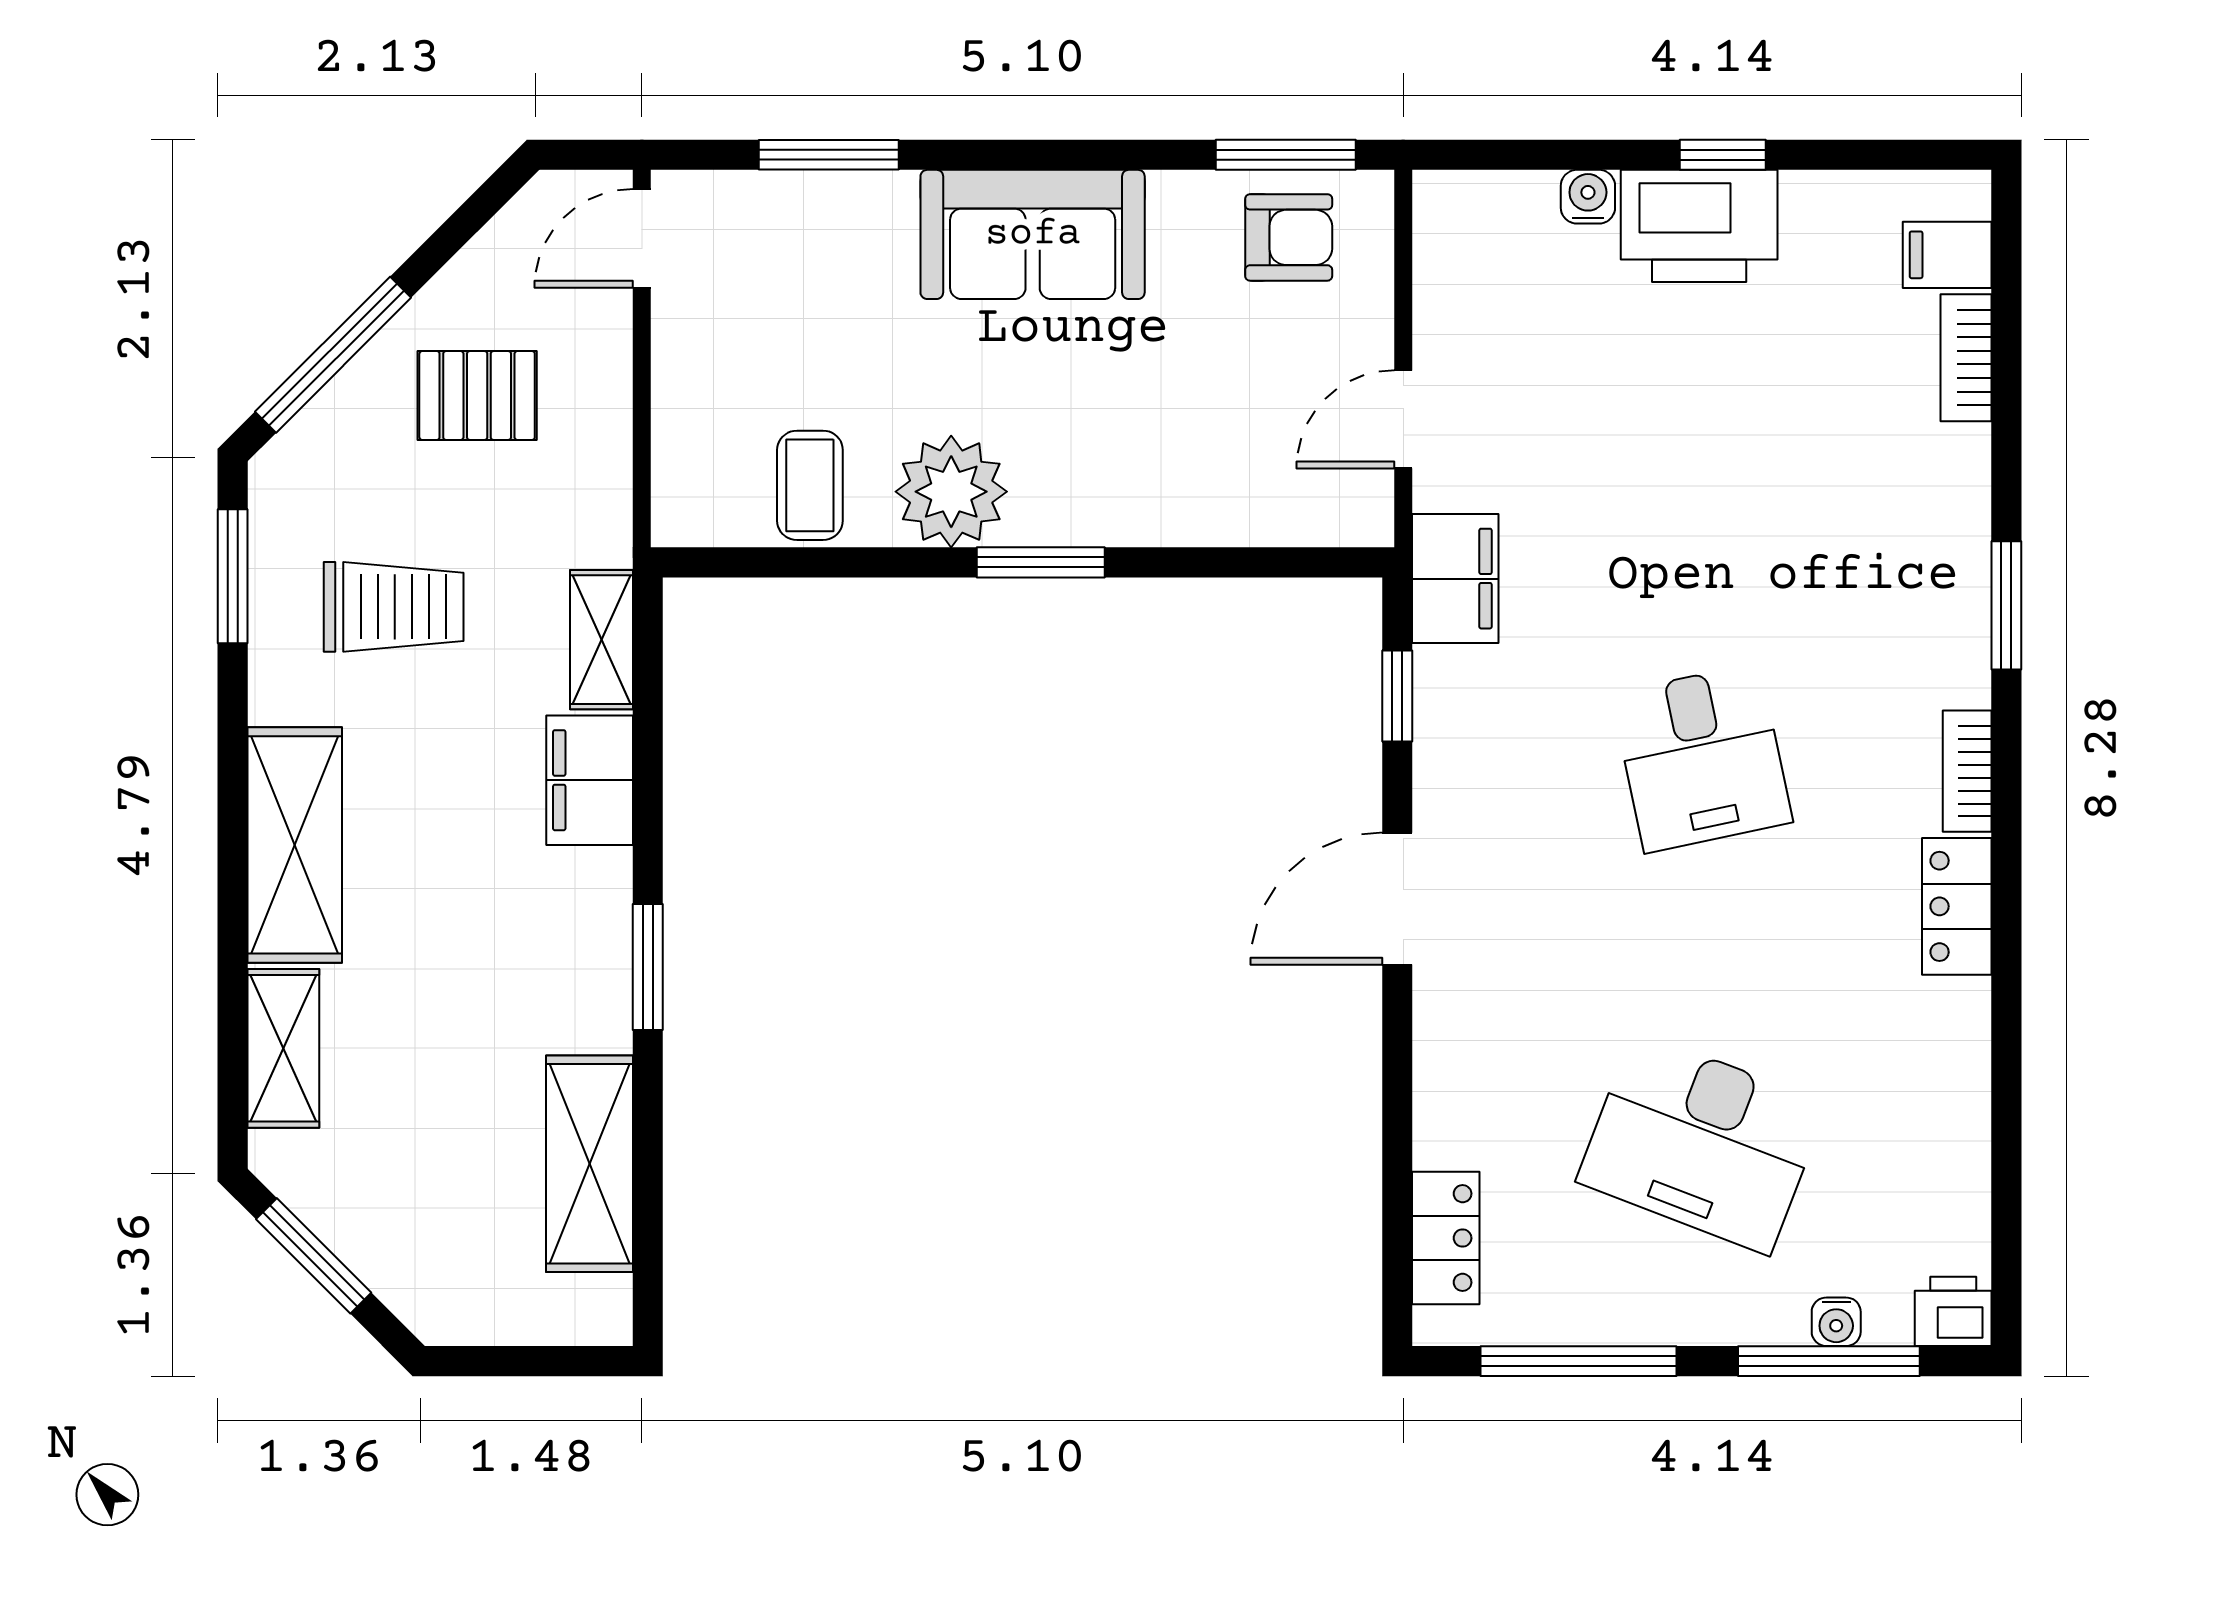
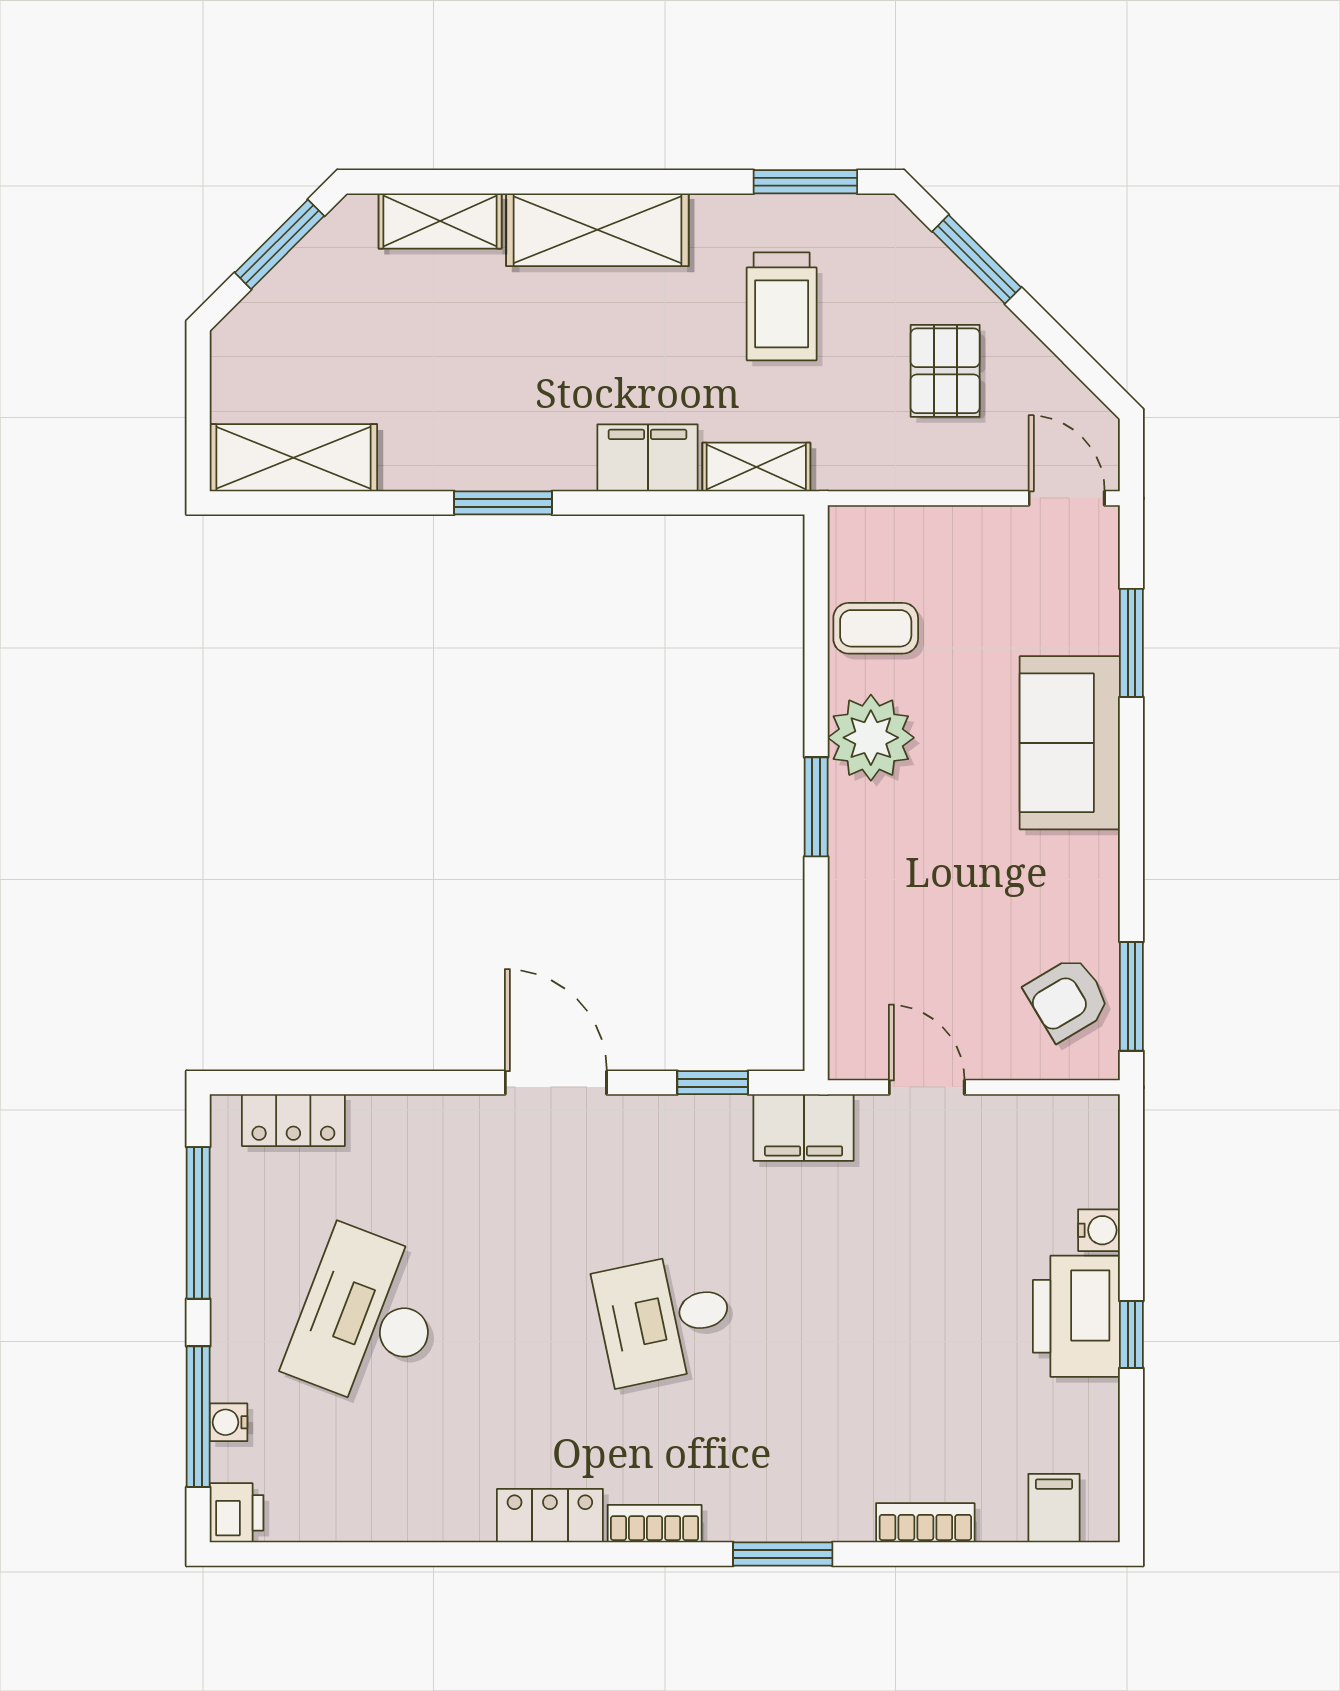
sofa: (1033, 234) -> (1070, 743), moved
armchair: (1289, 237) -> (1067, 999), turned 59
window: (333, 355) -> (977, 259), width x0.69
bookcase: (1966, 358) -> (925, 1523), moved
shelving: (589, 1164) -> (293, 458), moved

